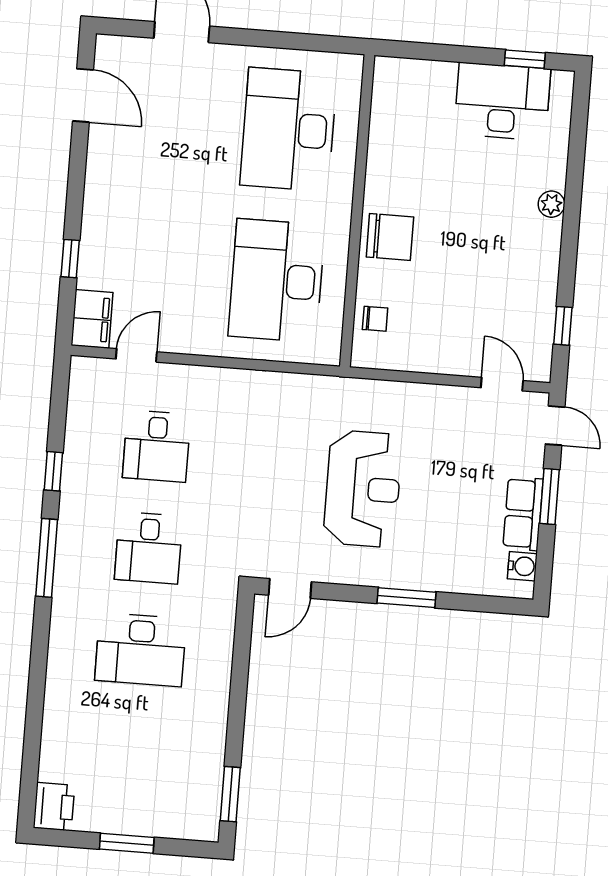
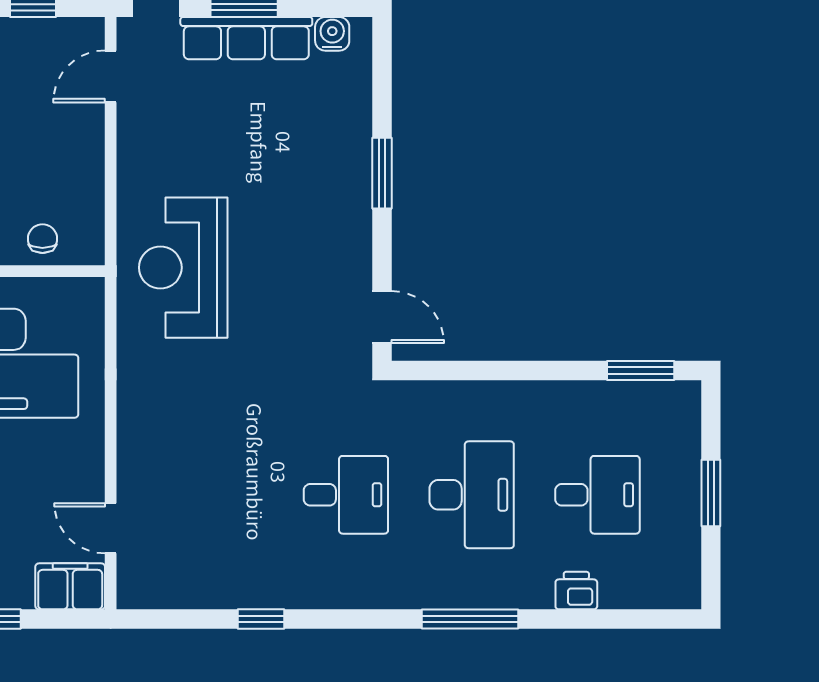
desk: (157, 446) -> (597, 495), moved
reception desk: (363, 489) -> (183, 268), moved, turned -90
row of seats: (523, 514) -> (246, 38), width x1.48
window: (47, 558) -> (470, 619), moved
printer: (54, 807) -> (576, 591), moved, width x0.73, depth x0.81

